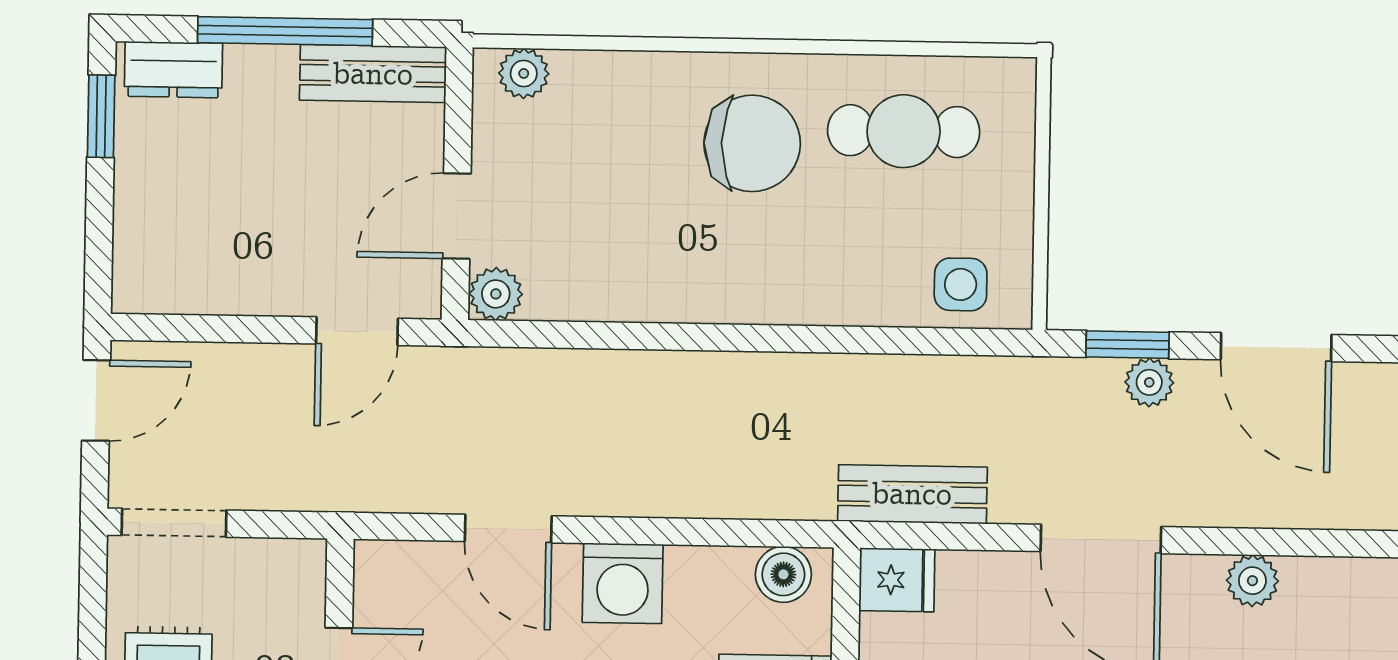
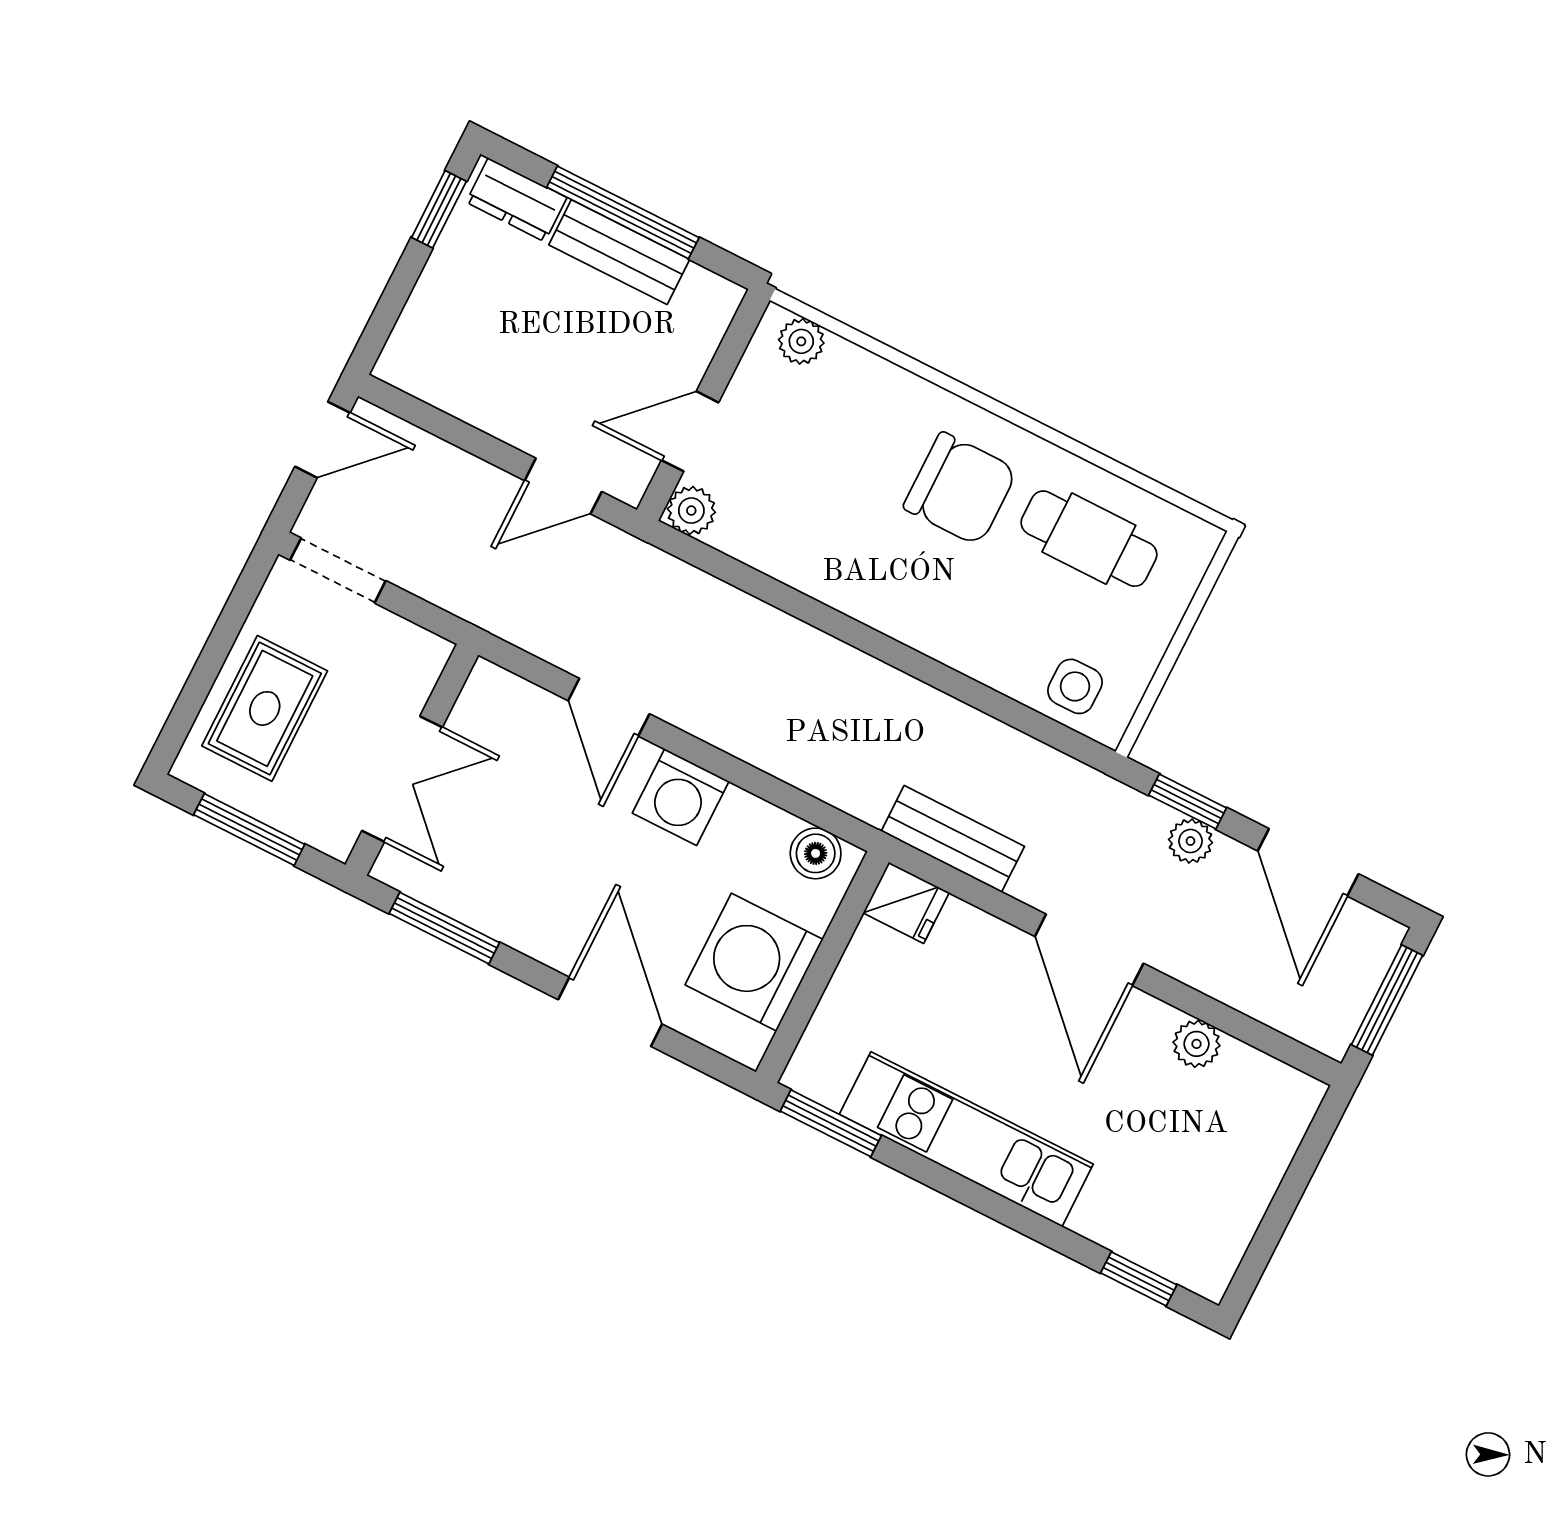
bench: (373, 74) -> (619, 252), moved

